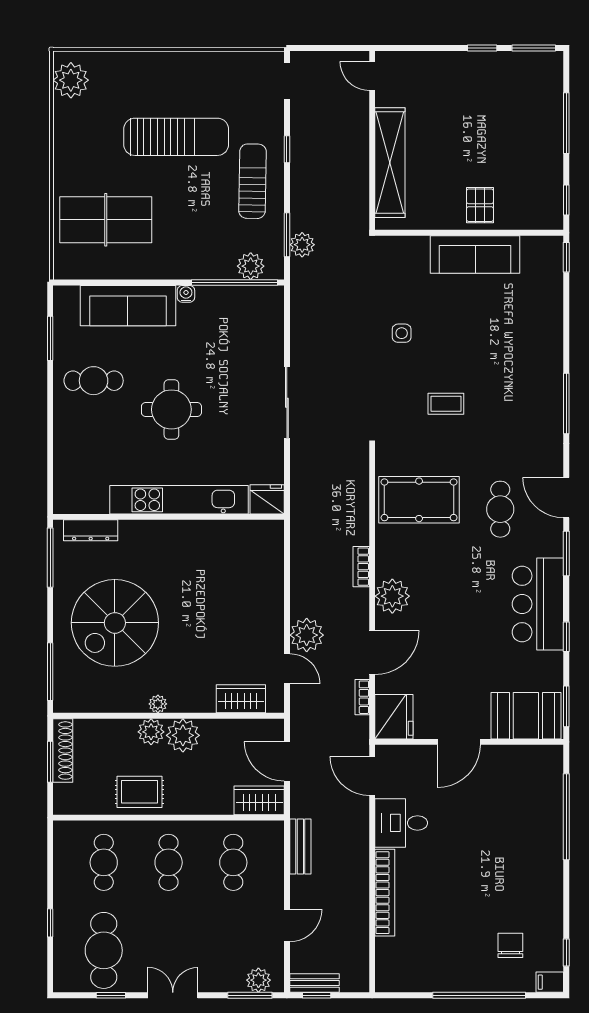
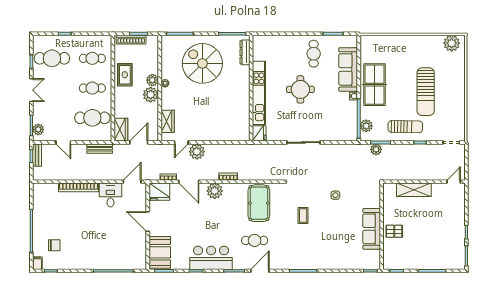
shelving: (390, 163) -> (414, 190), width x0.68
table tennis table: (106, 220) -> (374, 85), moved
shoe rack: (63, 751) -> (131, 40), moved
cafe table: (233, 862) -> (92, 118), width x1.37, depth x1.35

